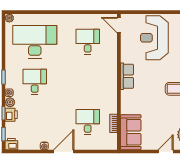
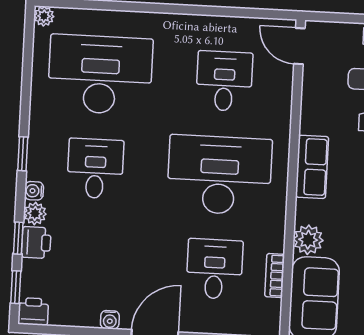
desk: (88, 82) -> (219, 175), added
plant: (127, 107) -> (308, 240), added

